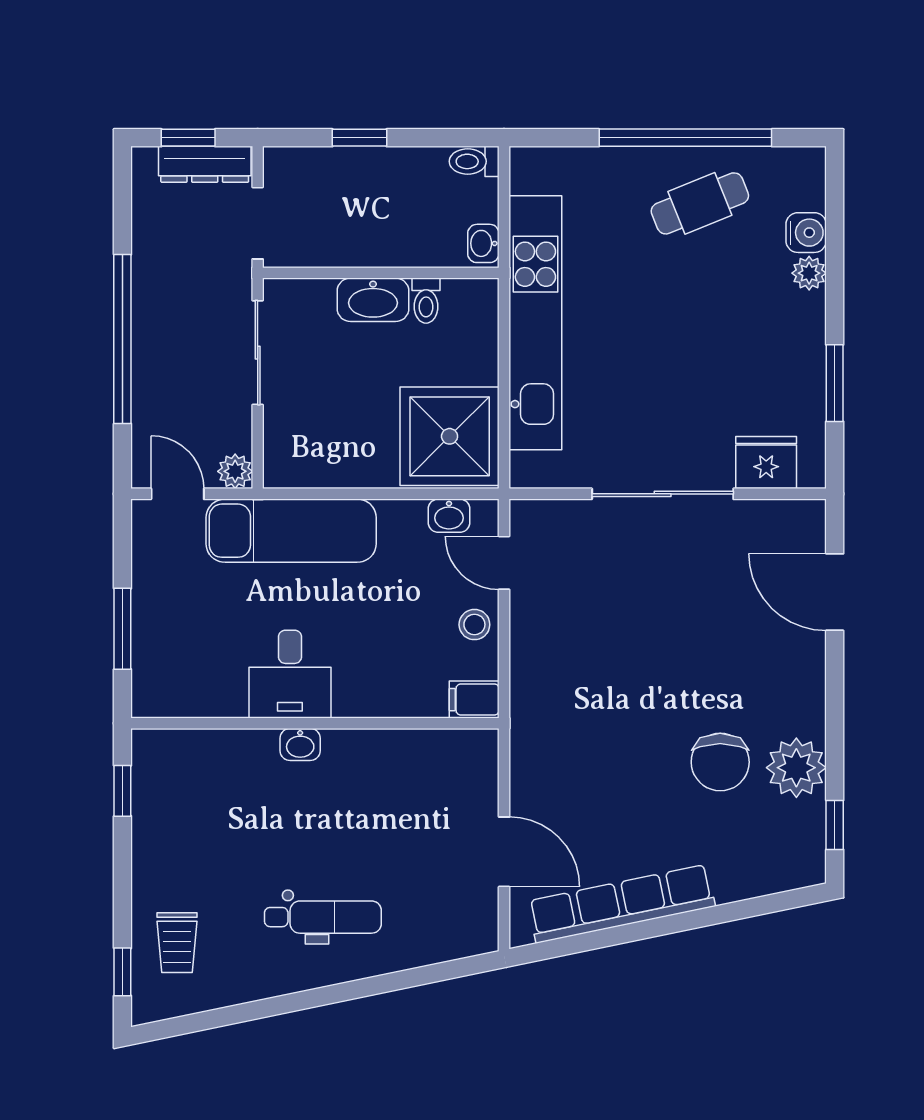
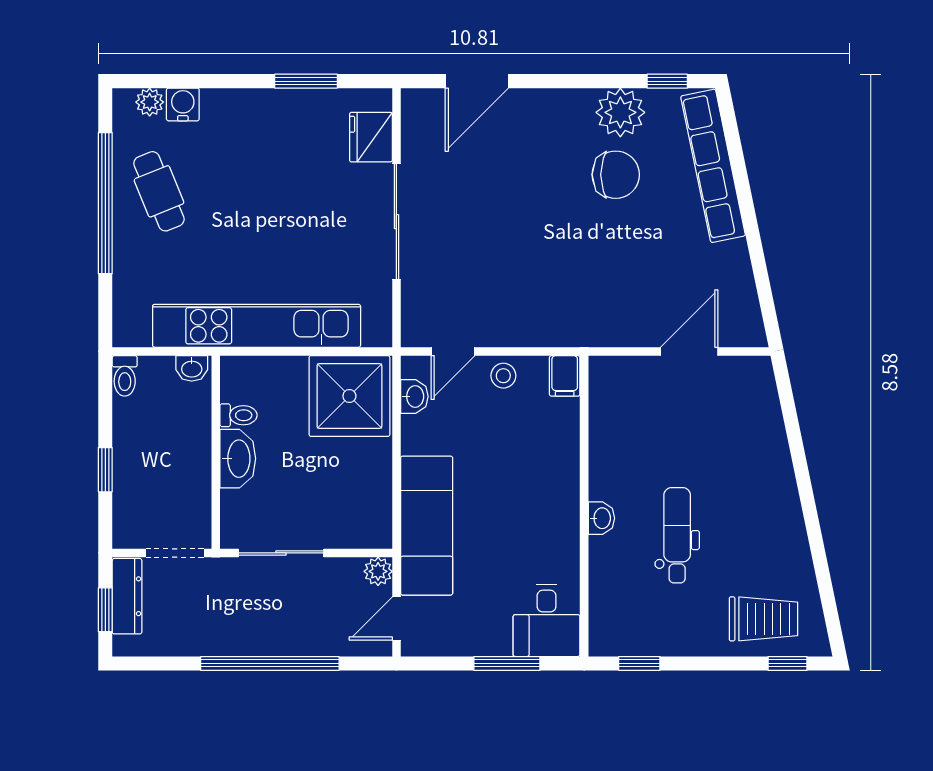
plant: (809, 273) -> (150, 102), moved
desk: (290, 674) -> (547, 620), moved, turned 90
row of seats: (621, 904) -> (713, 166), moved
dental chair: (323, 917) -> (677, 535), moved
trolley: (177, 943) -> (763, 619), width x1.36, depth x1.39

